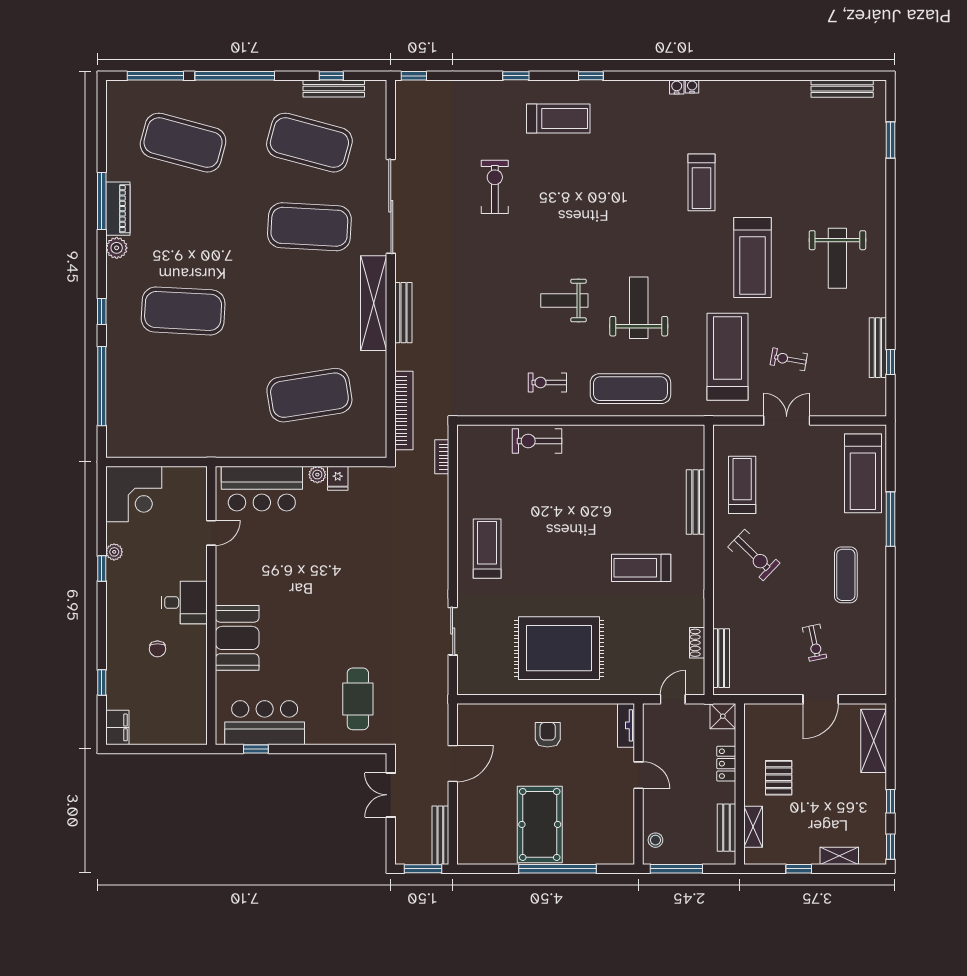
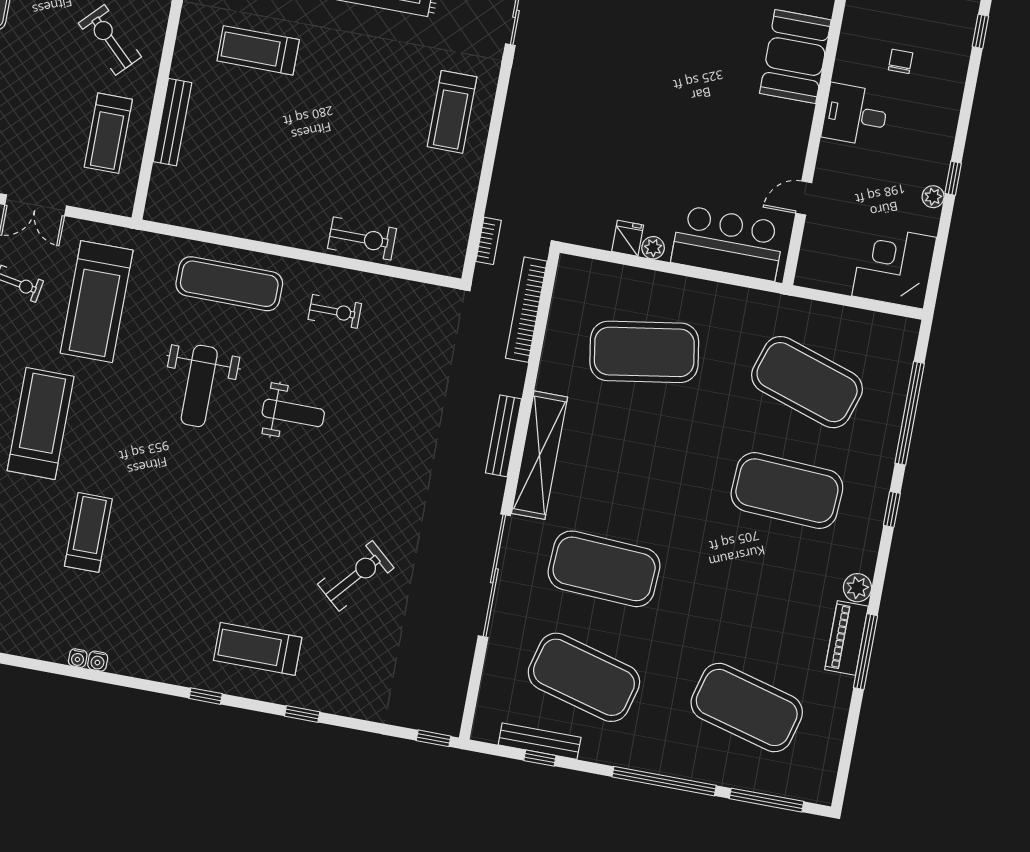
exercise bike: (495, 187) -> (356, 576), turned -139
exercise mat: (183, 395) -> (807, 382), added
treadmill: (641, 568) -> (258, 50), turned 180

